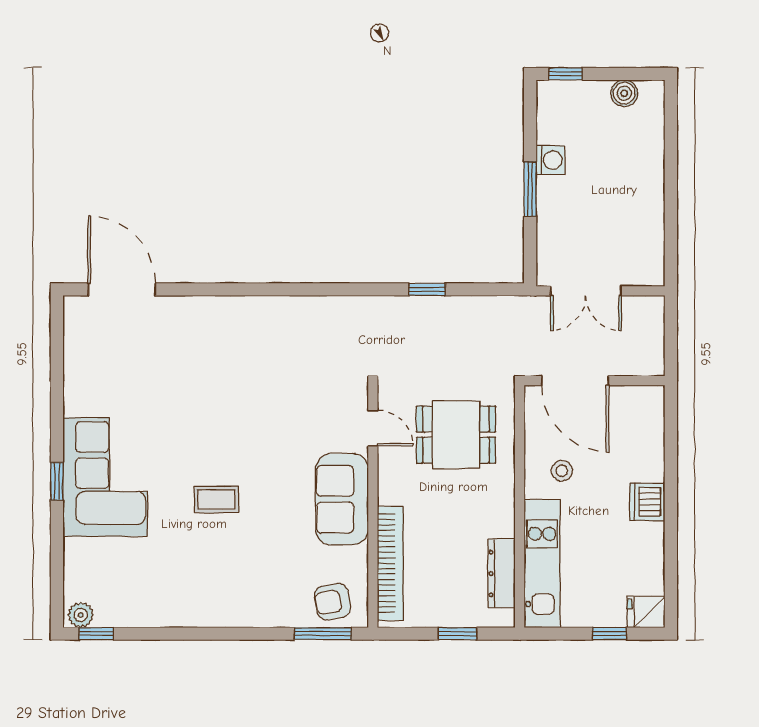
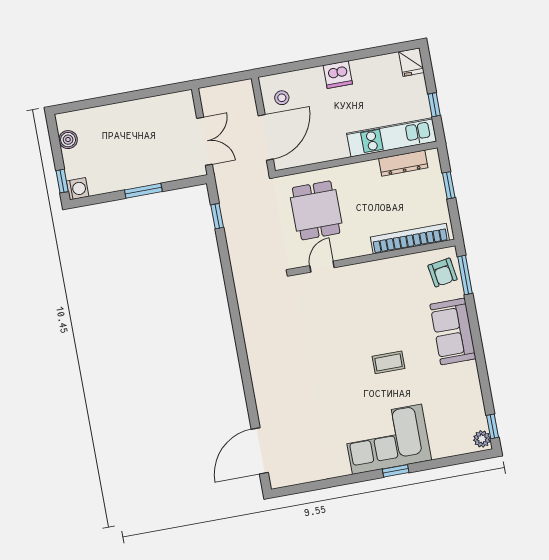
washing machine: (550, 160) -> (78, 189), moved, turned 90
window: (427, 289) -> (217, 216), moved
stool: (562, 471) -> (282, 98), moved
sofa: (342, 499) -> (453, 331), moved, turned 90
coffee table: (216, 500) -> (388, 362), turned 90
window: (609, 634) -> (434, 105), moved

